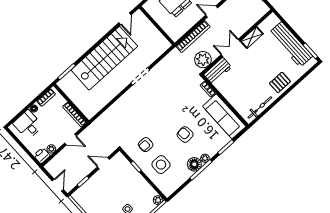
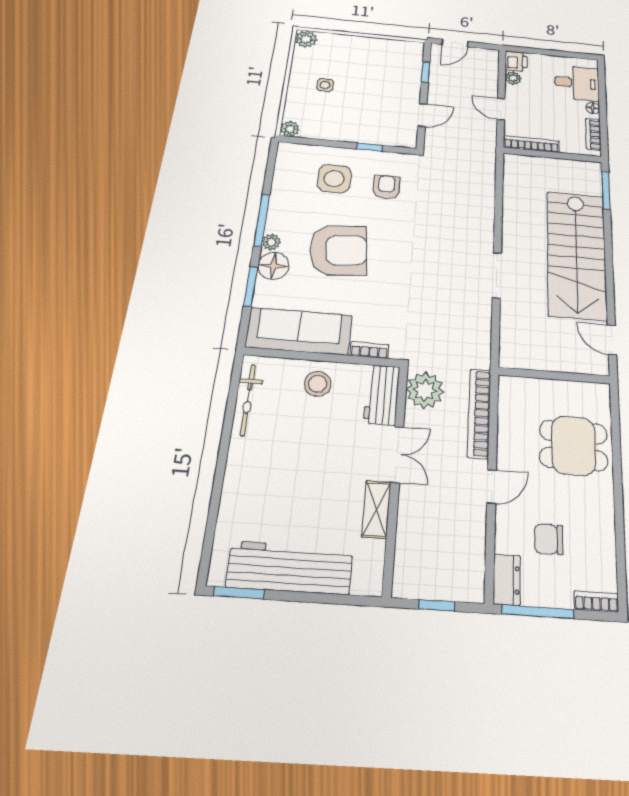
pallet: (280, 82) -> (249, 477), removed
stool: (234, 93) -> (318, 384), added
armchair: (185, 135) -> (339, 250), width x1.88, depth x1.88
door: (70, 140) -> (501, 109), hinge flipped
floor lamp: (194, 164) -> (273, 266), moved
door: (58, 185) -> (455, 43), hinge flipped

